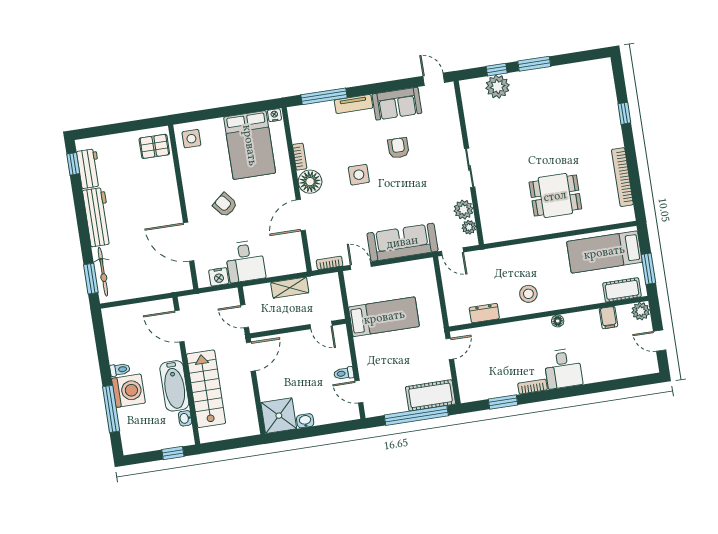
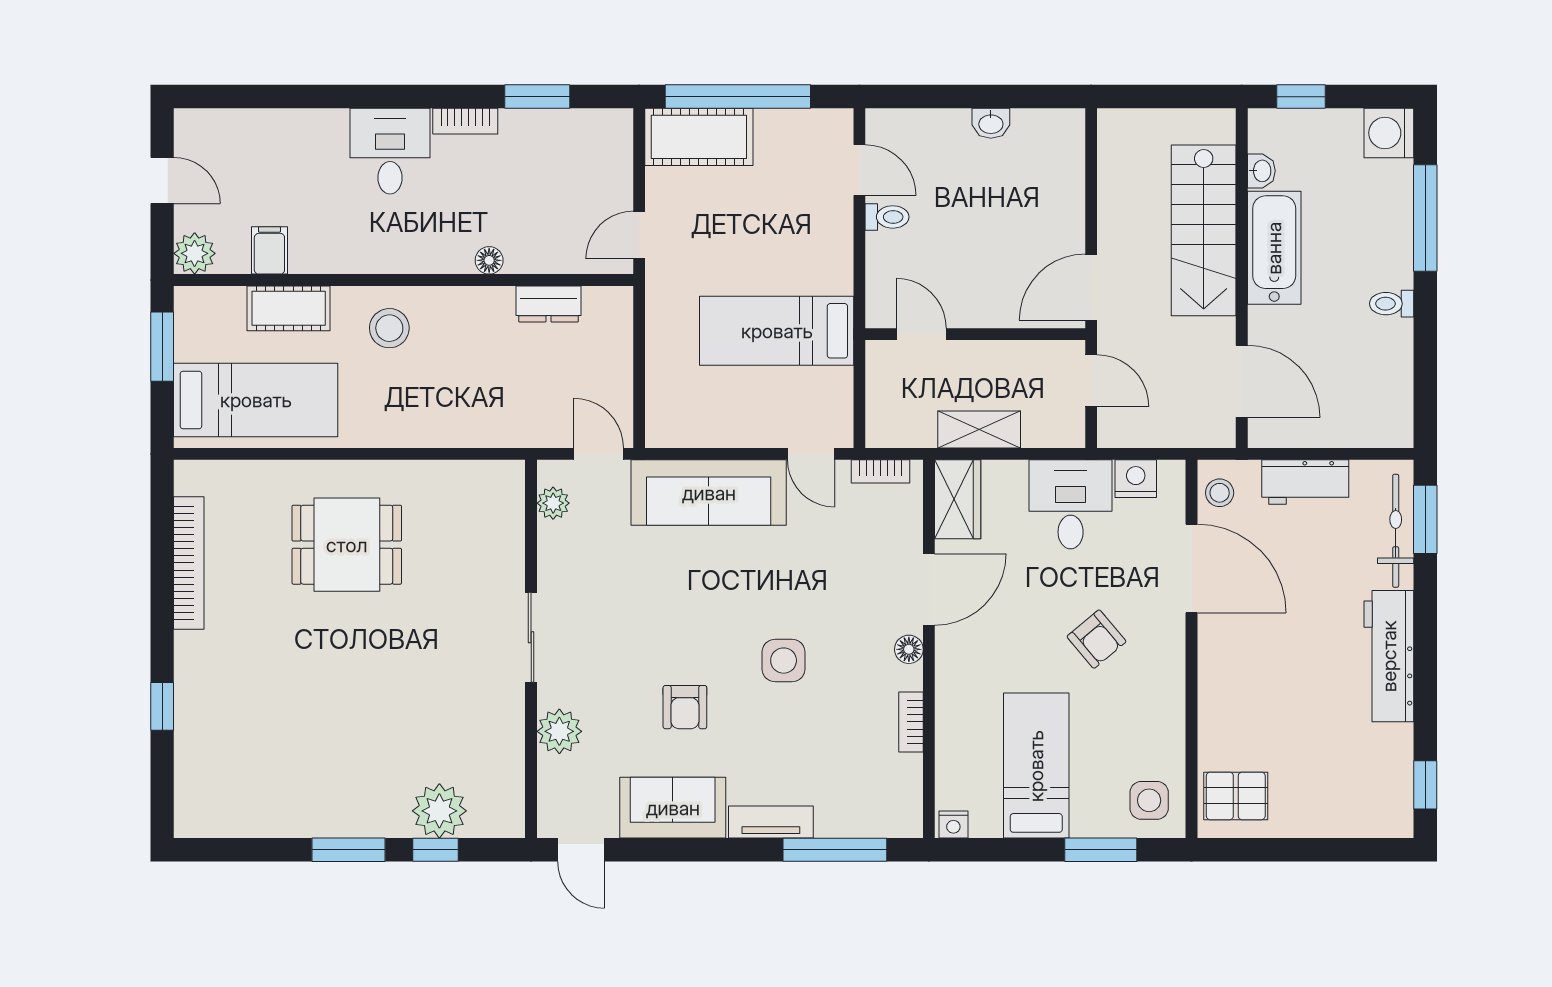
window: (209, 114) -> (1101, 850), added
bed: (250, 145) -> (1036, 766), width x0.67
workbench: (89, 169) -> (1305, 482), moved, turned -90
floor lamp: (310, 182) -> (909, 649), width x0.53, depth x0.53
plant: (464, 210) -> (559, 731), moved
wardrobe: (294, 256) -> (958, 499), added
stool: (182, 276) -> (1220, 493), added
cot: (622, 290) -> (289, 308), moved
stool: (528, 294) -> (389, 328), moved
floor lamp: (558, 321) -> (489, 260), moved
washing machine: (128, 391) -> (1389, 133), moved, width x0.73, depth x0.73
shower: (279, 416) -> (1049, 144), removed

